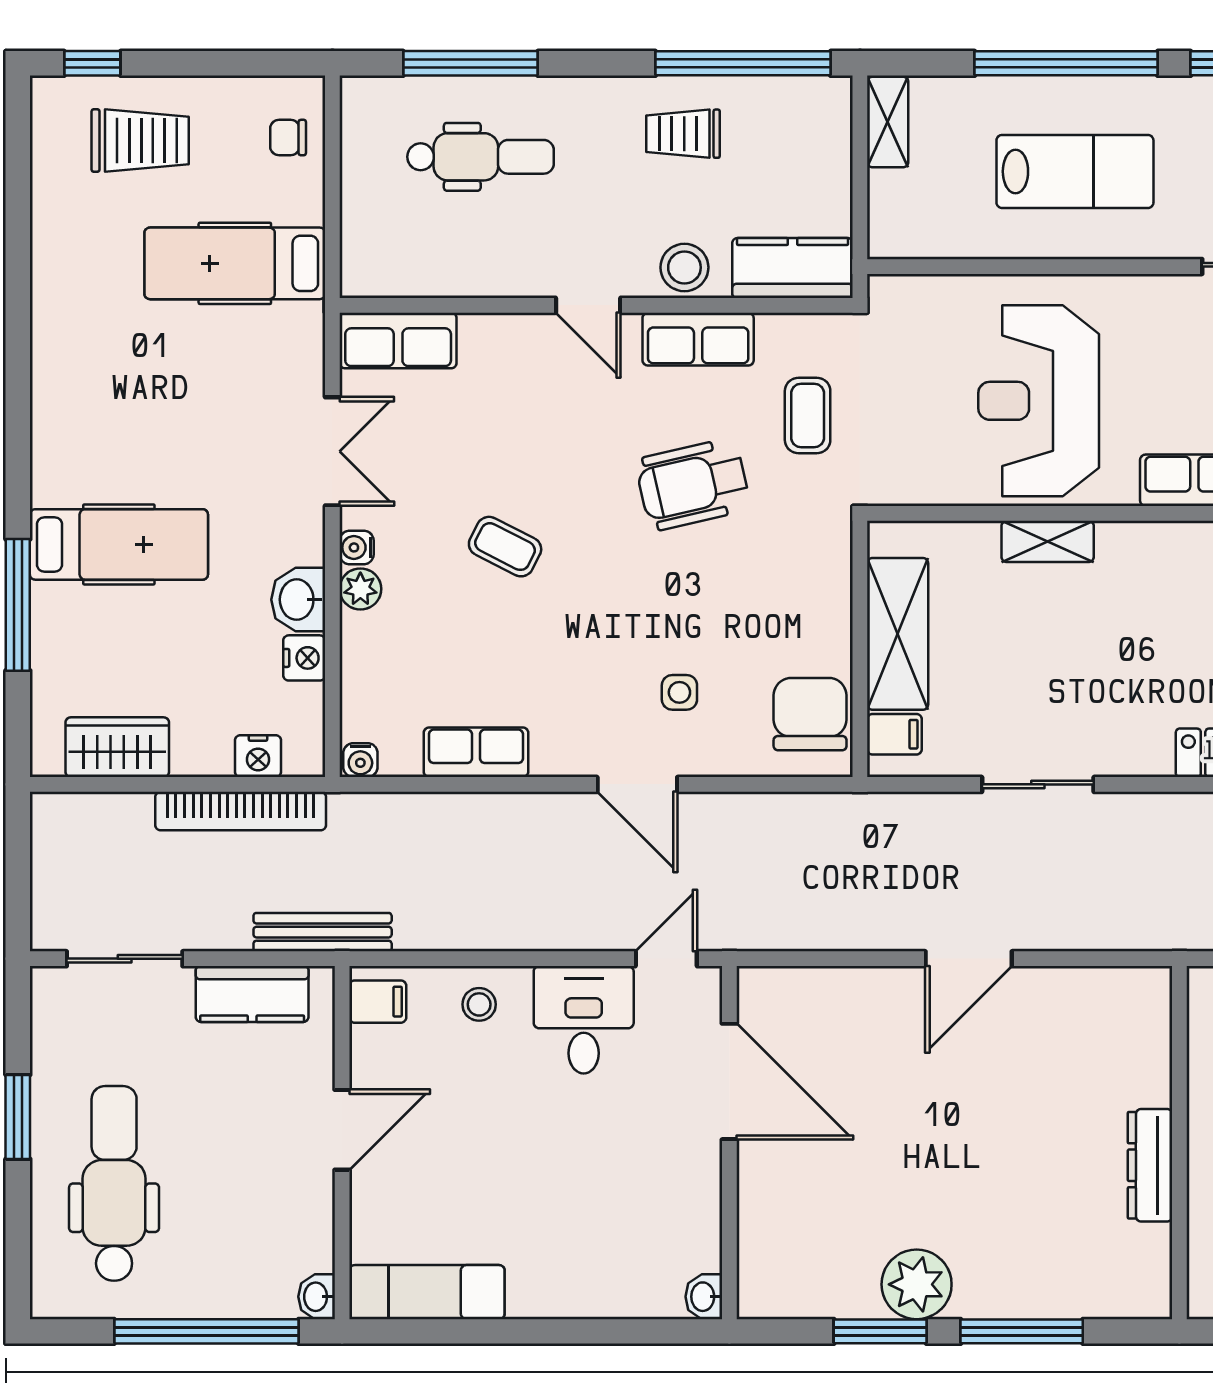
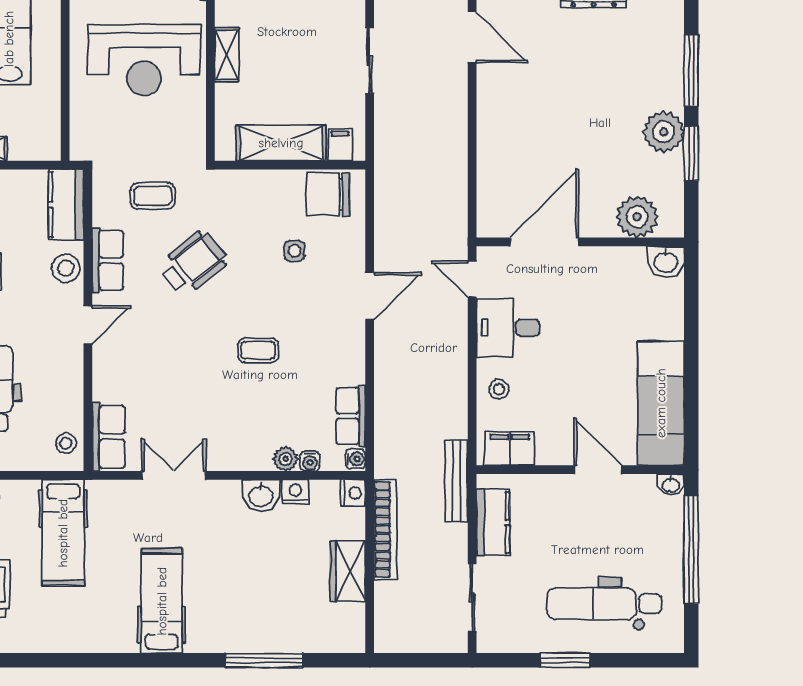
stool: (387, 268) -> (66, 443), added
wheelchair: (693, 484) -> (193, 263), turned -116
hospital bed: (119, 544) -> (162, 601), moved
water cooler: (357, 547) -> (310, 461), moved
coffee table: (505, 547) -> (258, 350), moved, turned 63
plant: (360, 589) -> (286, 459), moved
side table: (679, 692) -> (294, 251), moved
wardrobe: (117, 747) -> (348, 571), moved
row of seats: (476, 752) -> (351, 416), moved
nightstand: (258, 756) -> (353, 493), moved
door: (969, 959) -> (472, 37), moved
filing cabinet: (378, 1002) -> (510, 449), width x2.00
door: (342, 1130) -> (598, 470), moved
plant: (772, 1239) -> (637, 217), added
exam couch: (427, 1292) -> (661, 403), width x1.36, depth x1.45
washbasin: (704, 1297) -> (666, 262), width x1.38, depth x1.45

